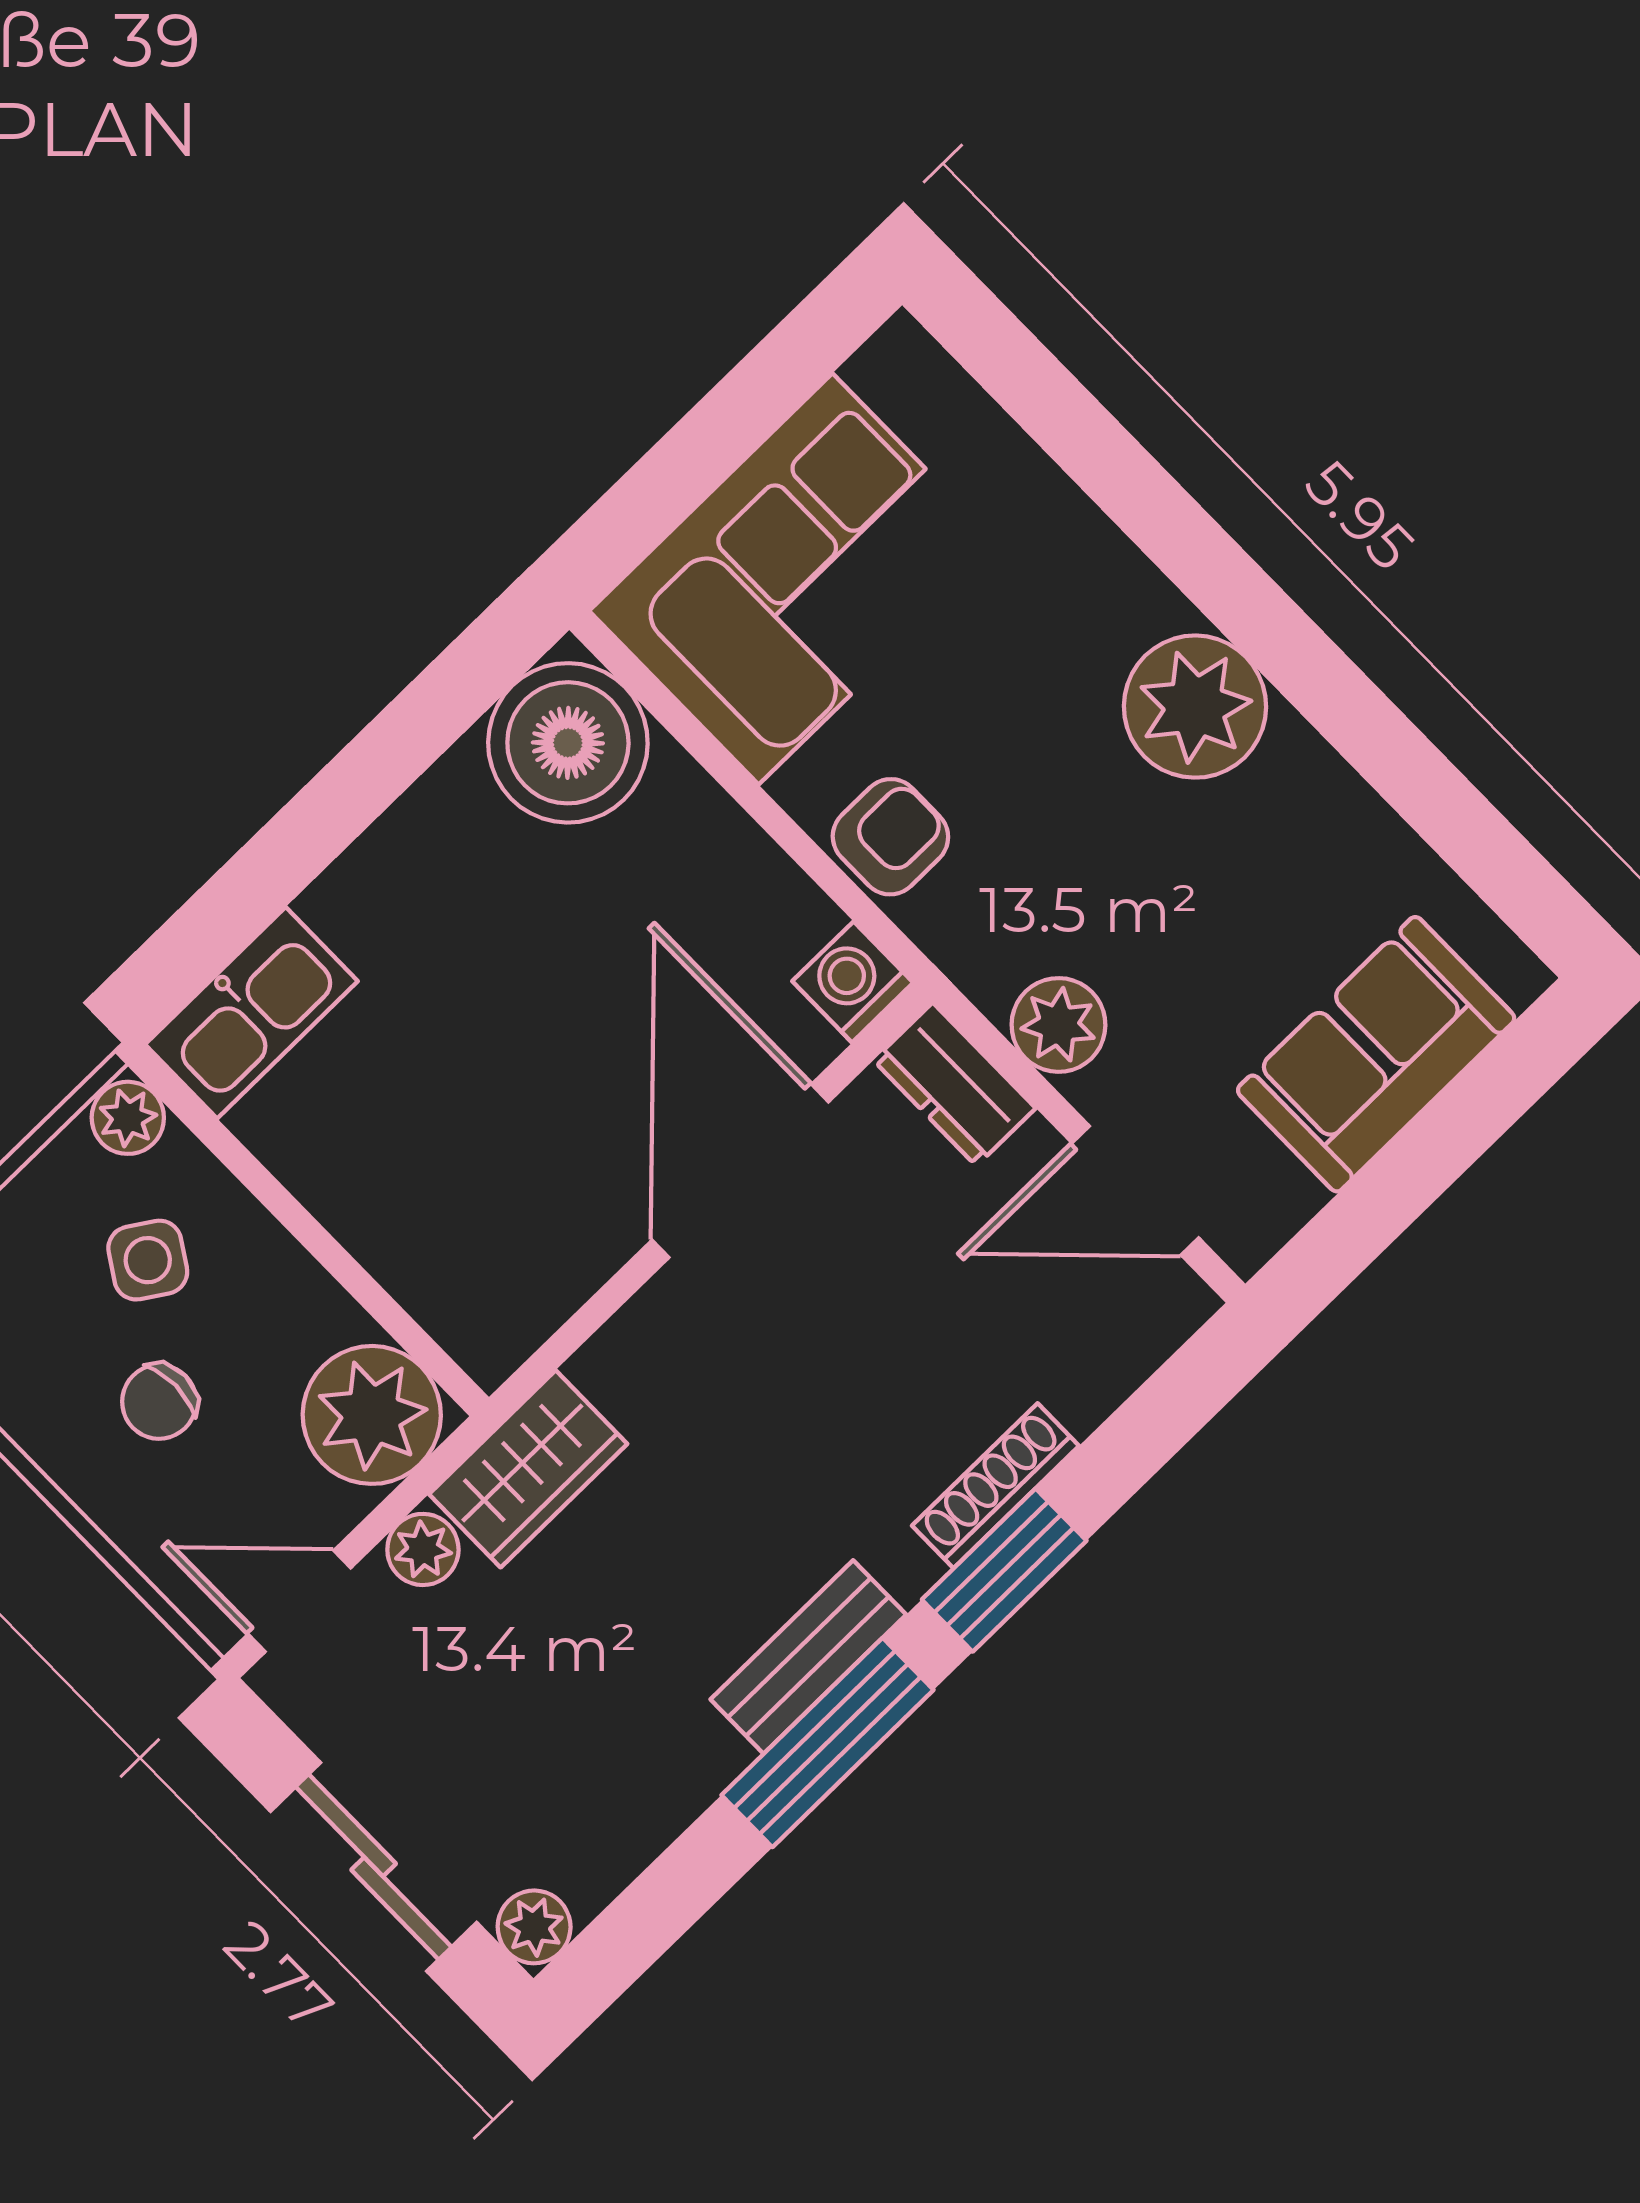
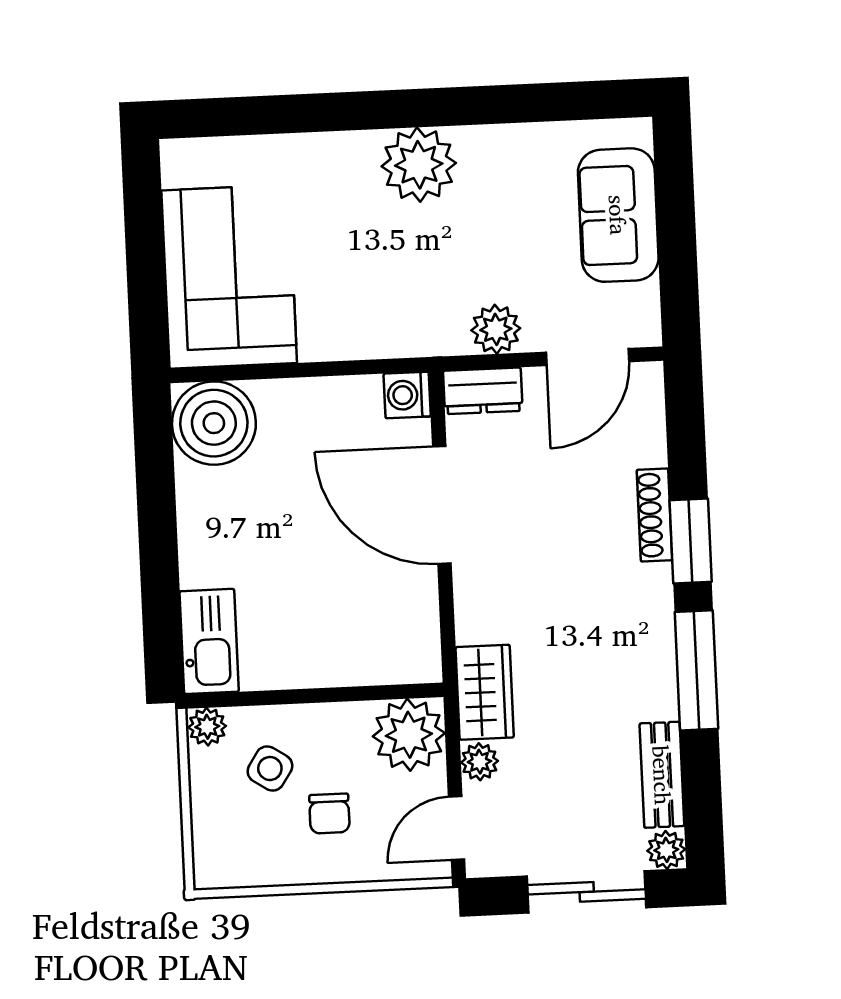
armchair: (890, 837) -> (363, 329), removed
bench: (808, 1657) -> (662, 775), moved

